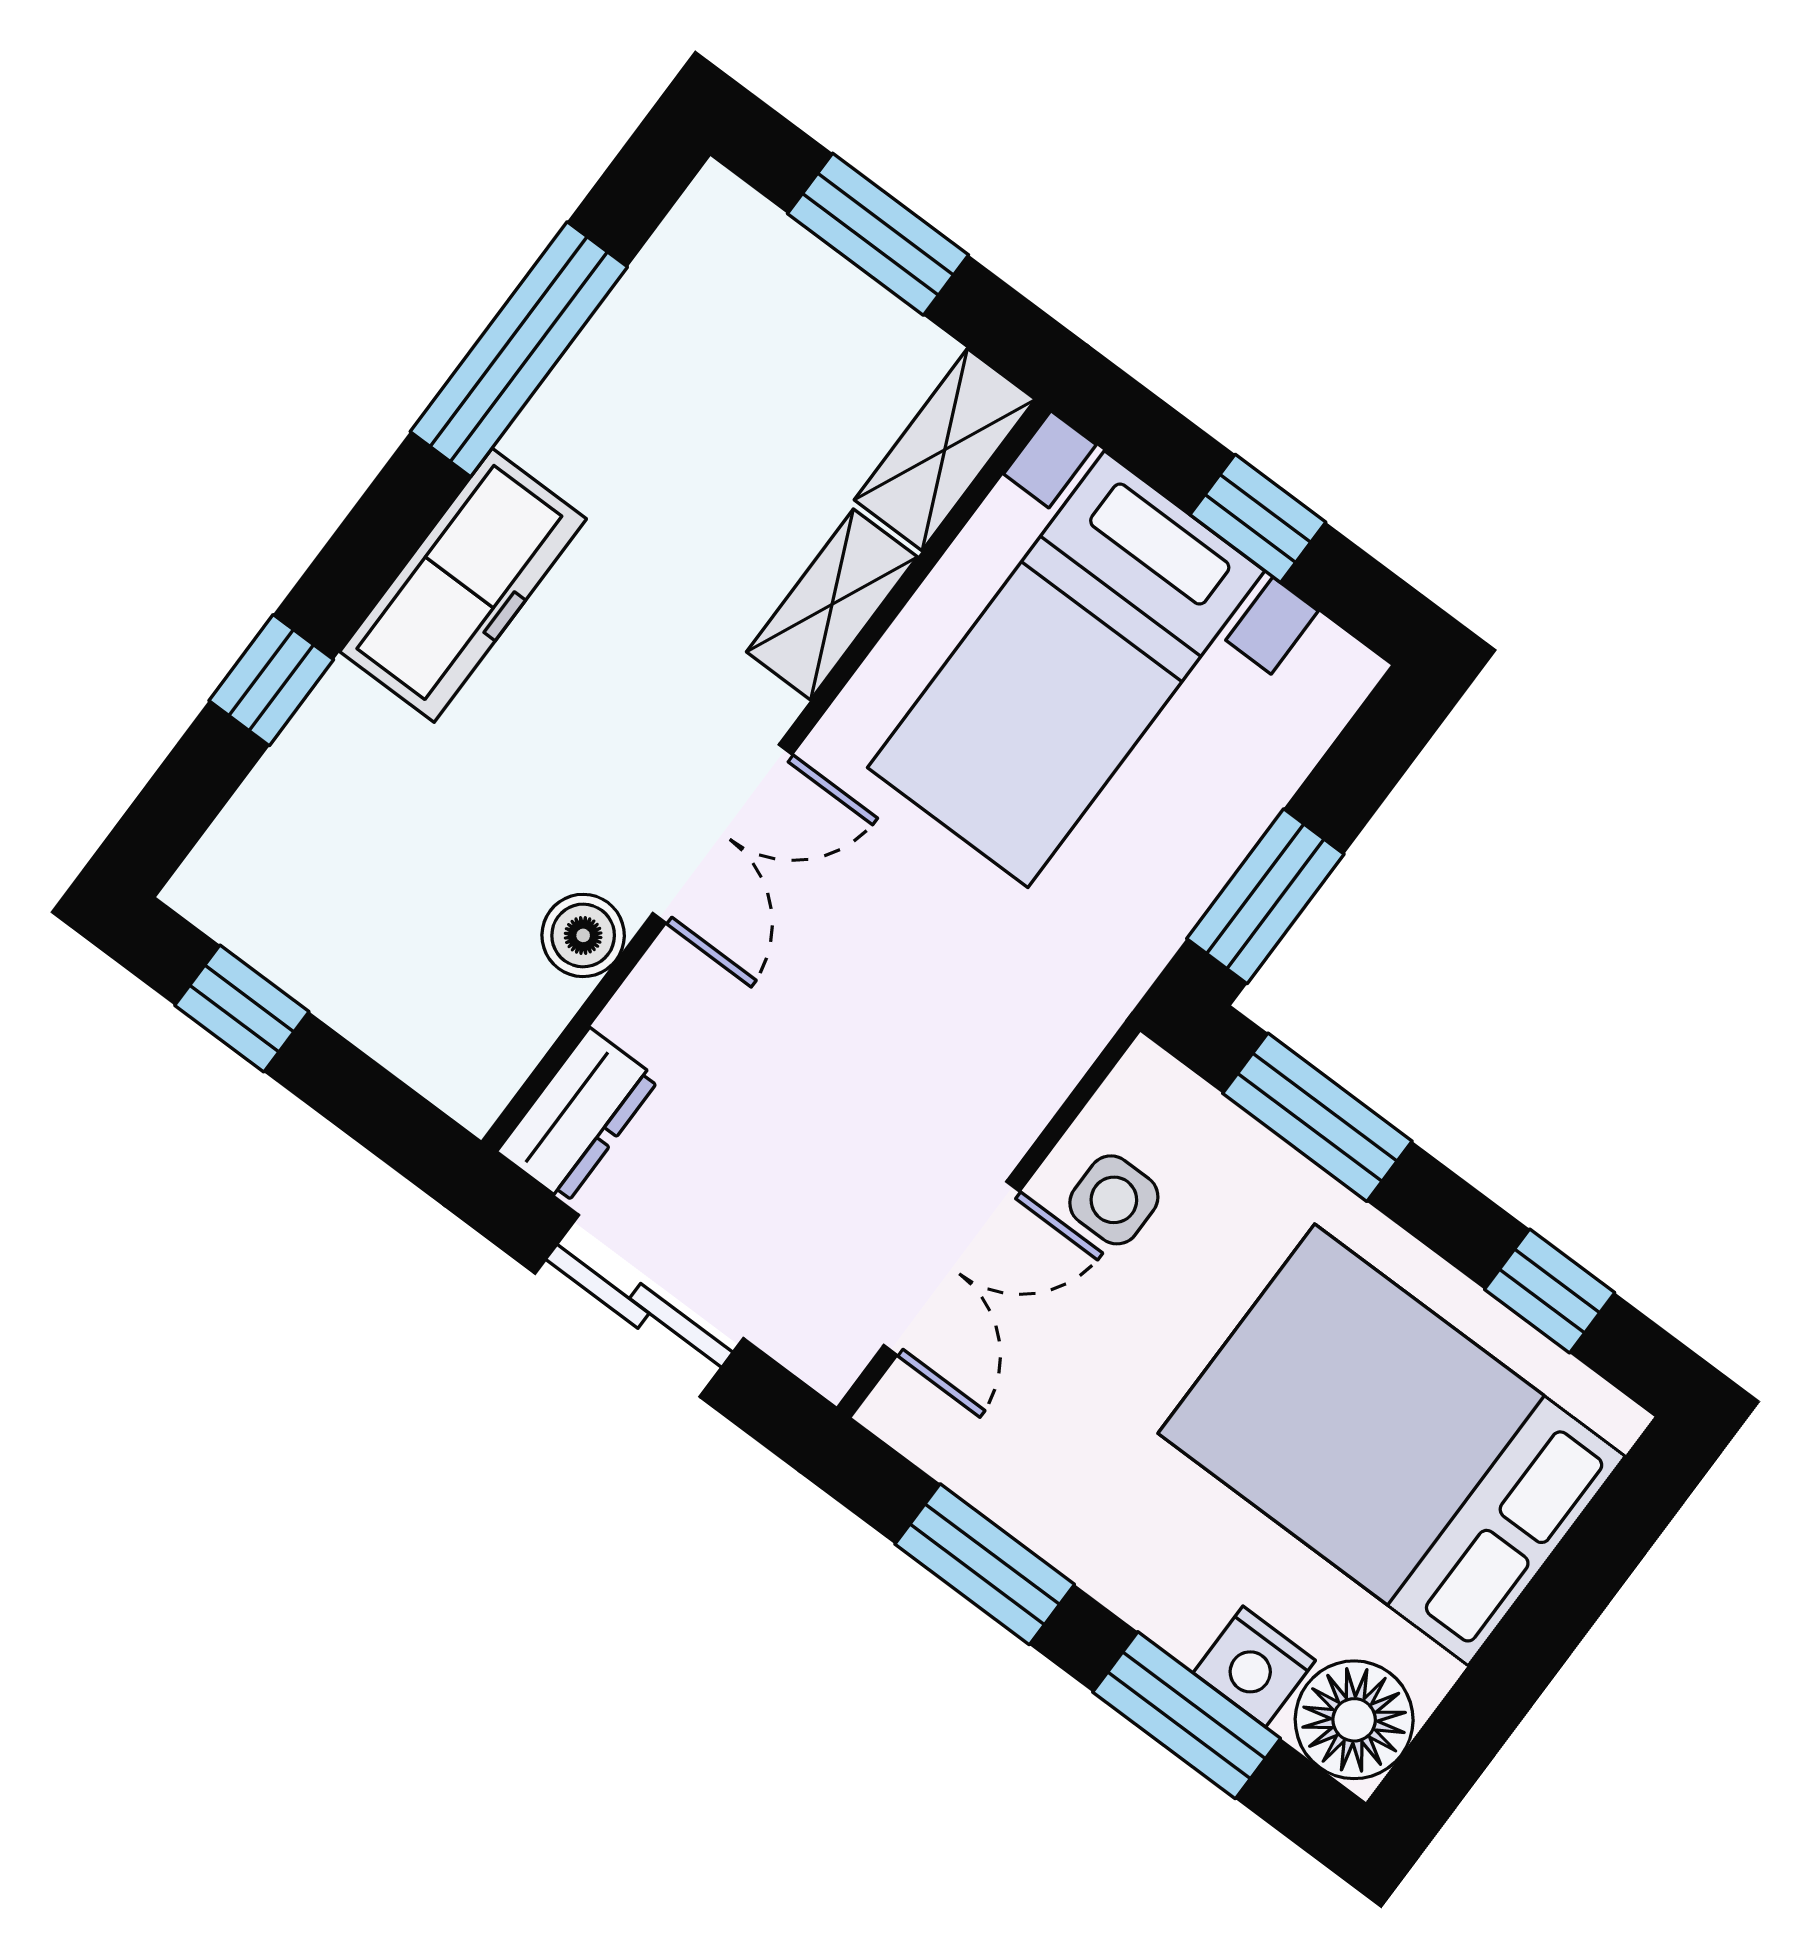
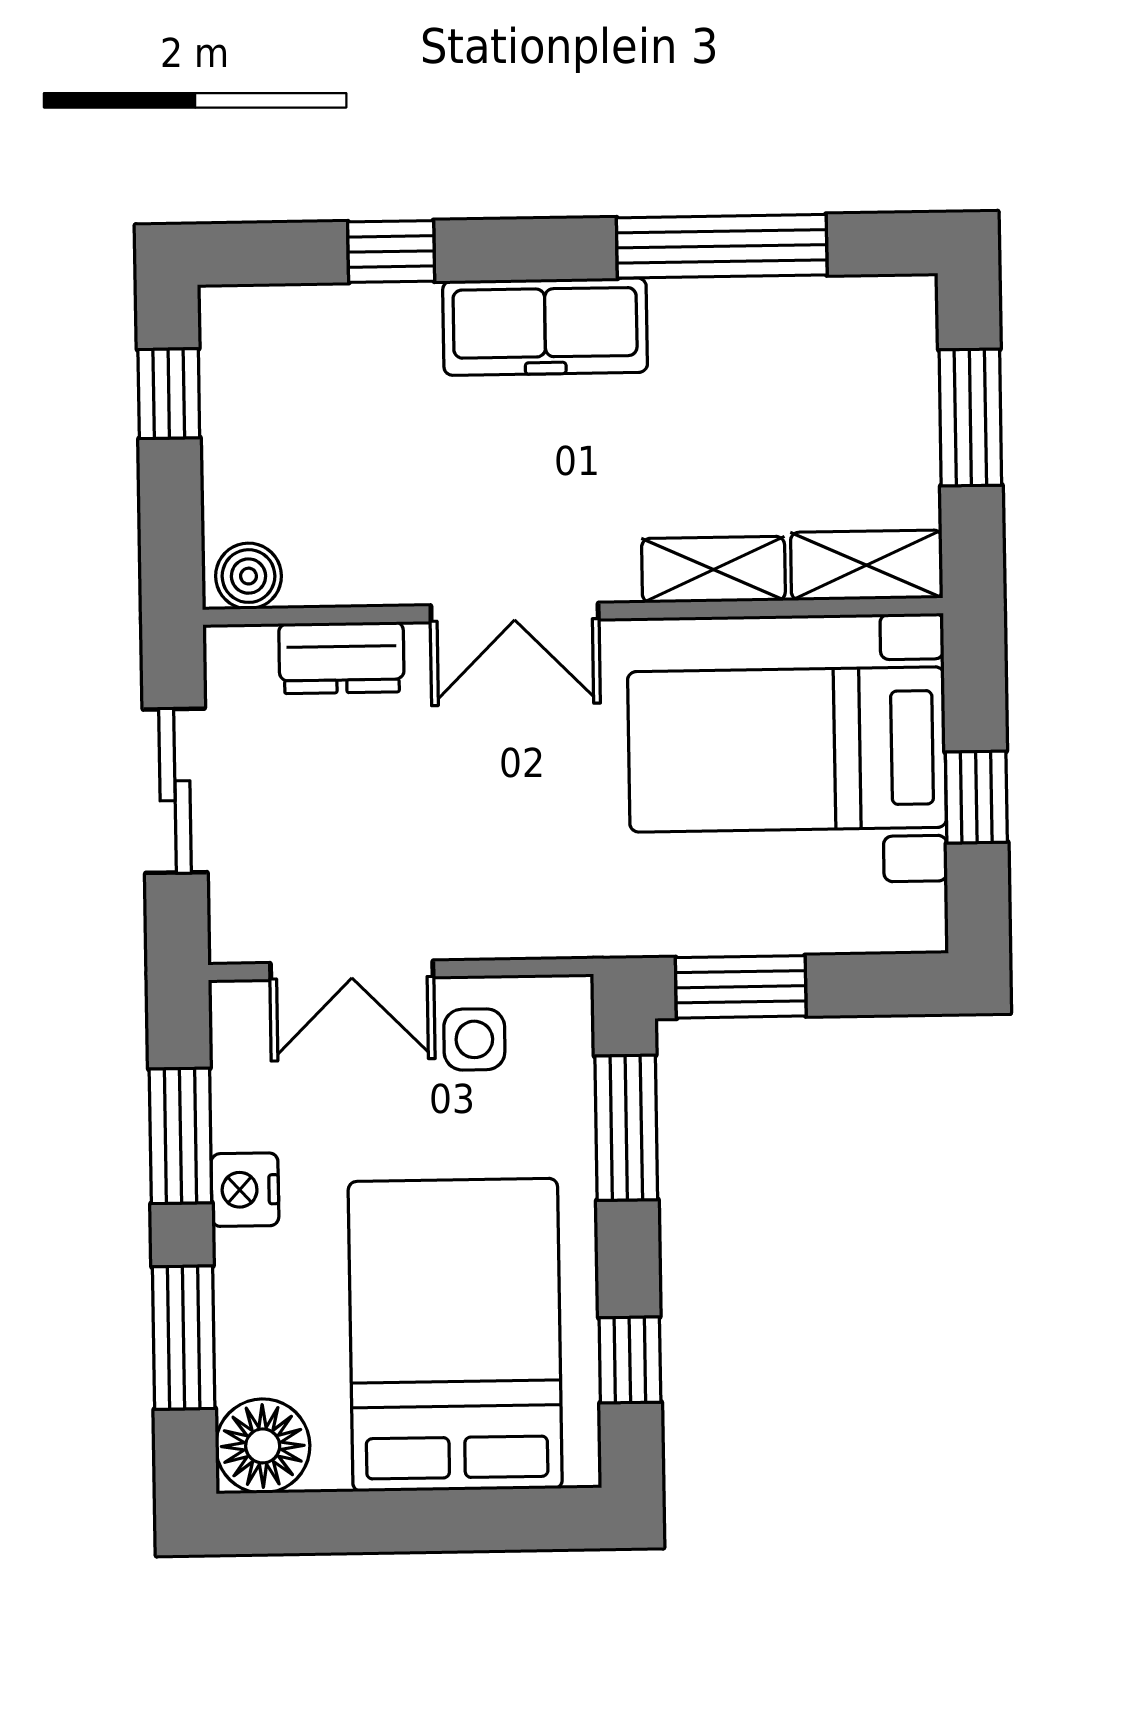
boiler: (583, 935) -> (249, 576), moved
dresser: (578, 1116) -> (341, 658), moved
nightstand: (1254, 1667) -> (245, 1190), moved

